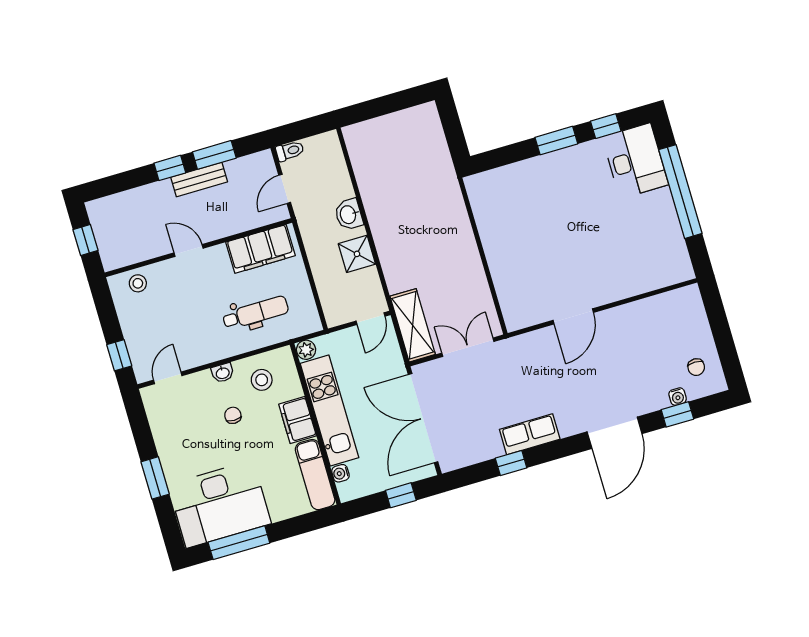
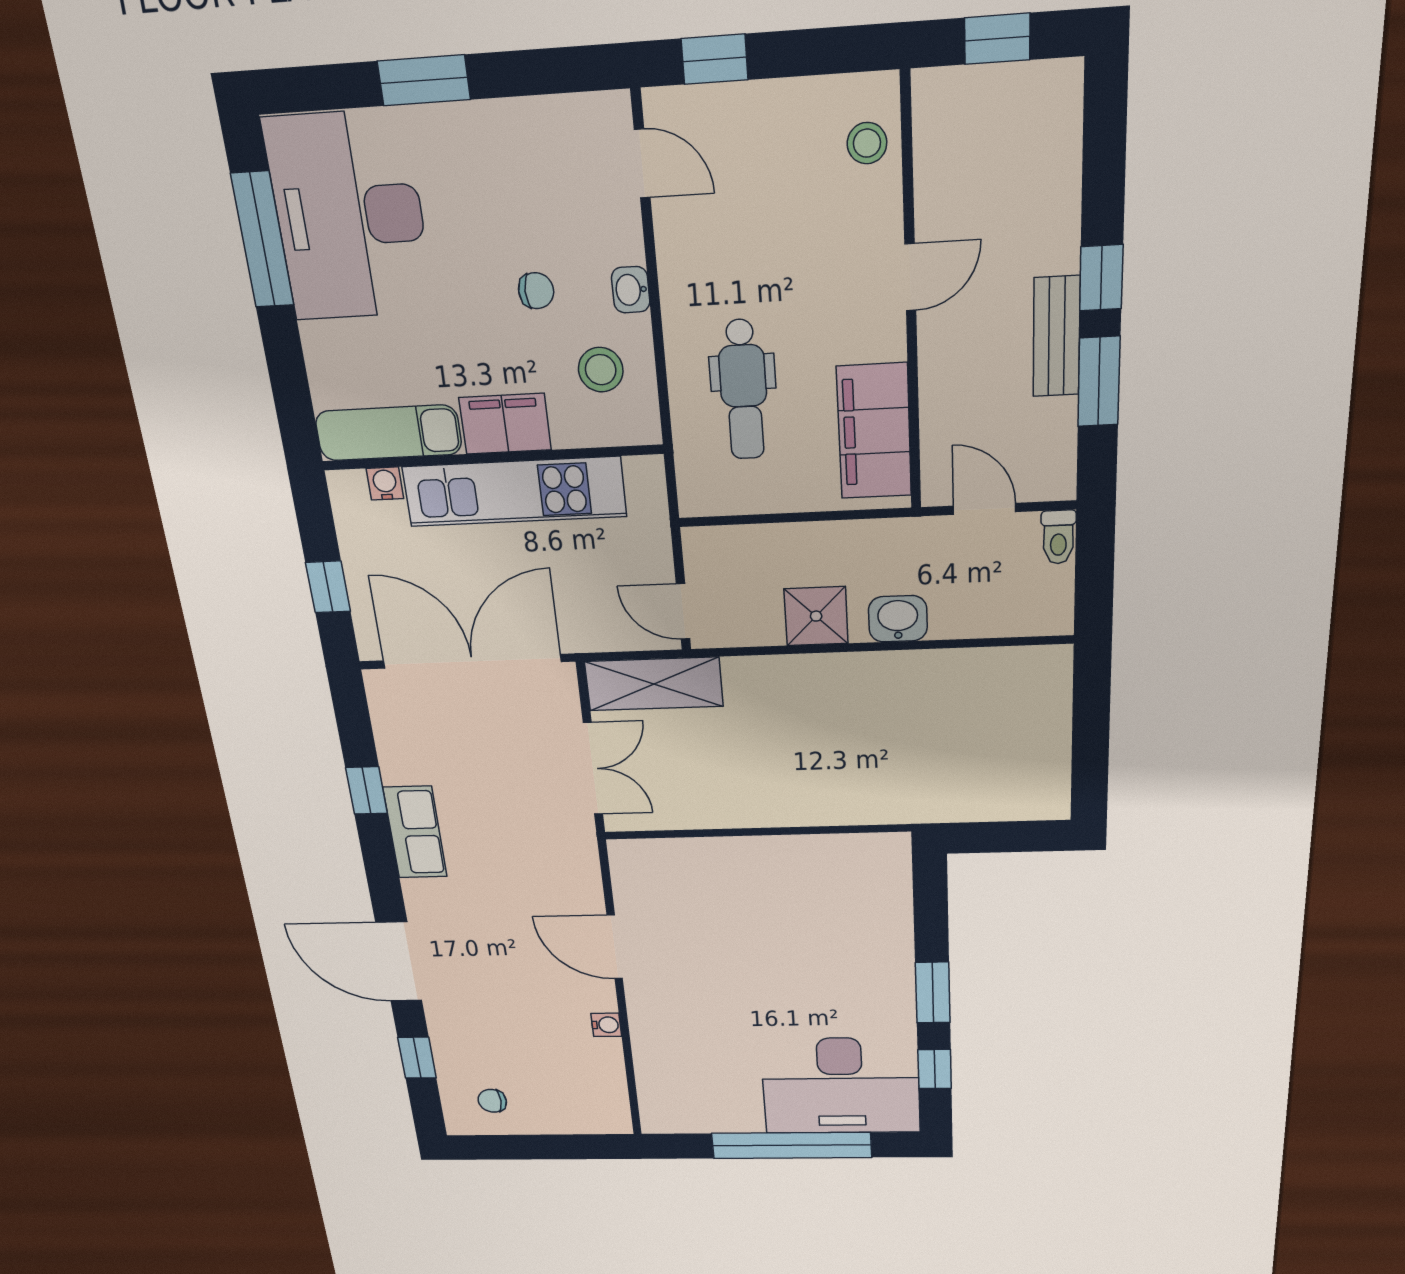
desk: (635, 161) -> (841, 1086), width x1.36, depth x1.30
plant: (306, 350) -> (646, 474), removed
water cooler: (678, 397) -> (606, 1025), moved, turned 180

